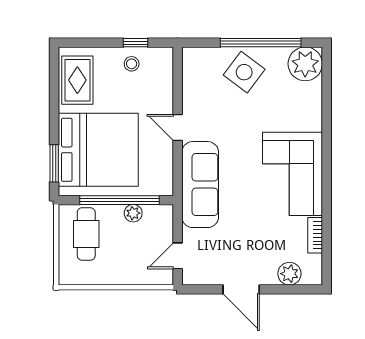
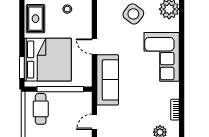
corner sofa: (292, 174) -> (162, 57), moved
plant: (133, 213) -> (68, 97), removed

